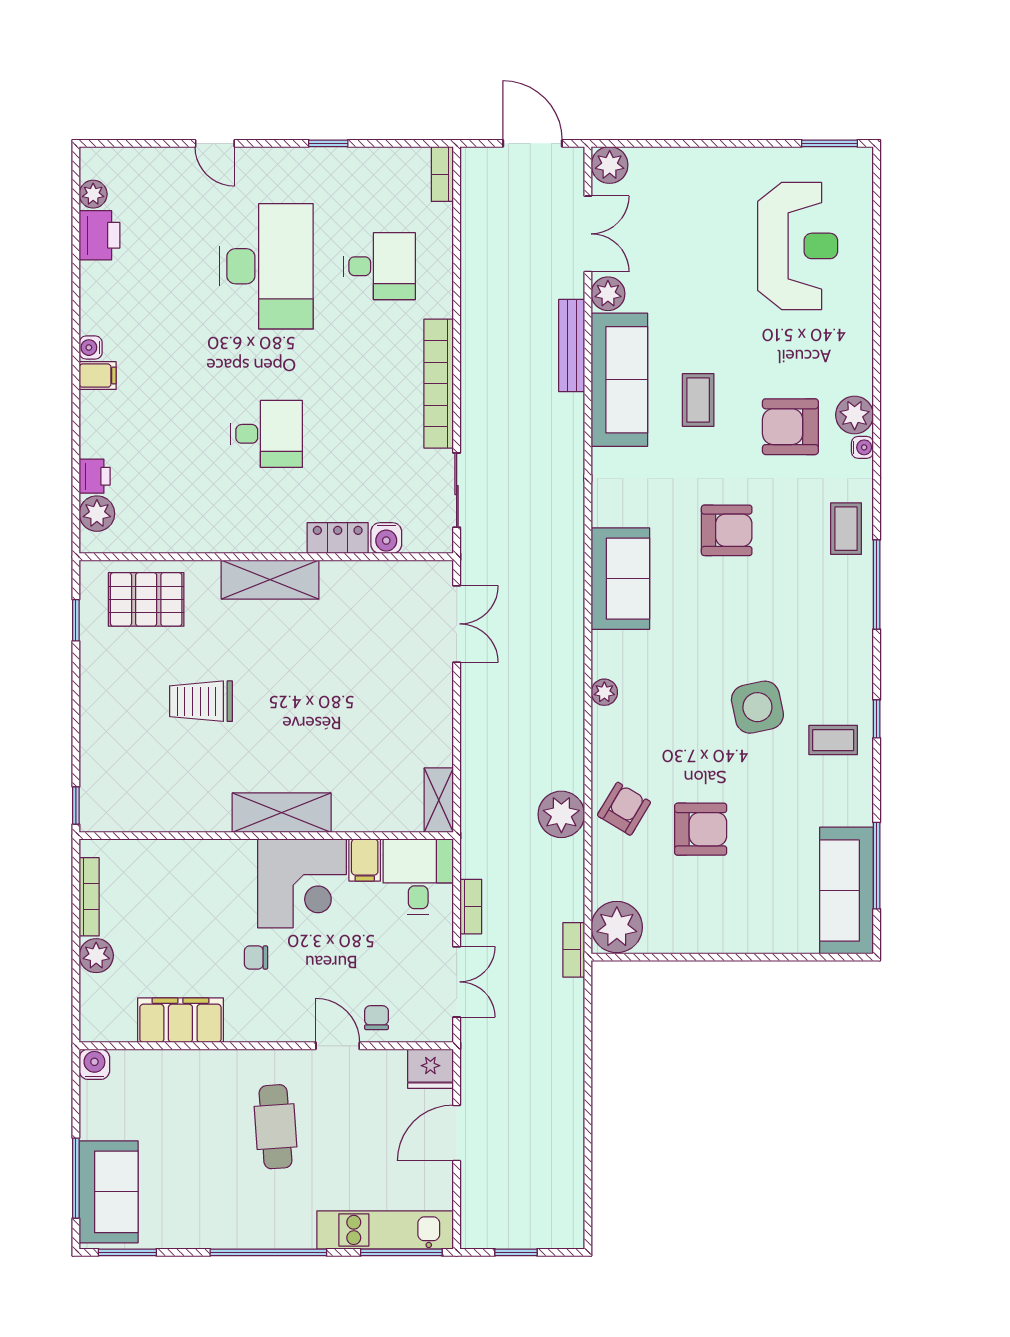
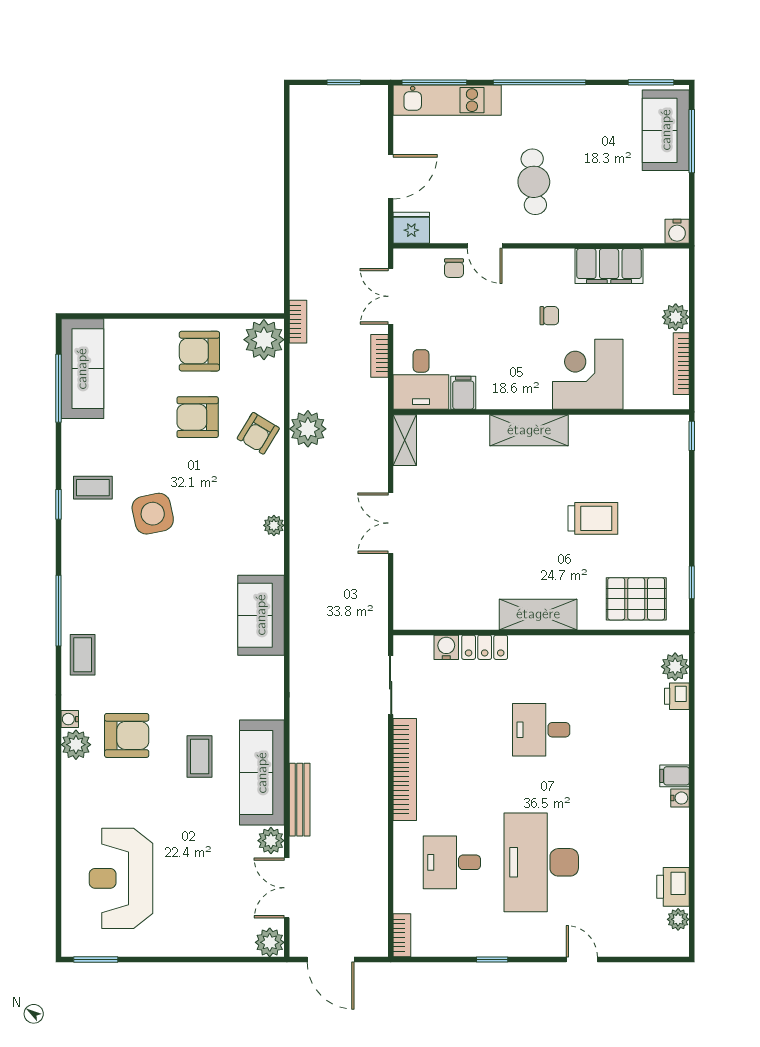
armchair: (727, 530) -> (199, 351), moved
double door: (457, 624) -> (391, 523), moved
corner desk: (302, 883) -> (588, 374), moved

